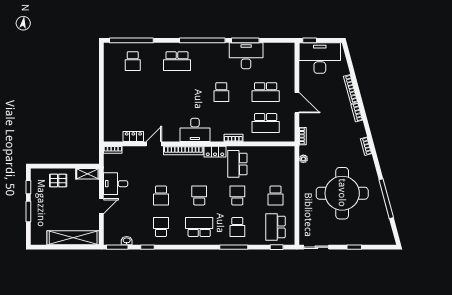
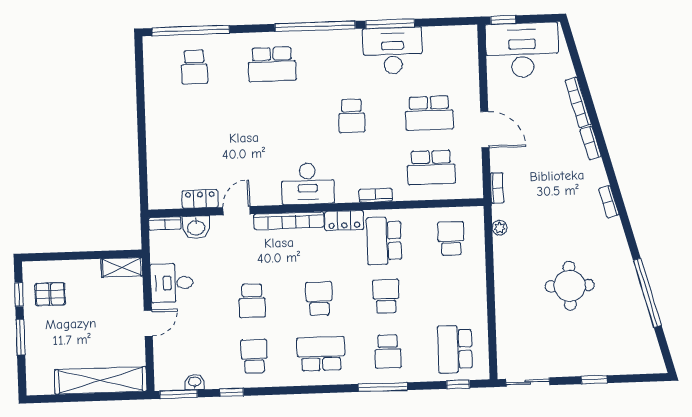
washbasin: (130, 152) -> (196, 227), added
pallet: (58, 180) -> (50, 294), moved
round table: (342, 193) -> (570, 286), width x0.54, depth x0.54
school desk: (275, 195) -> (451, 239), moved, turned 180

